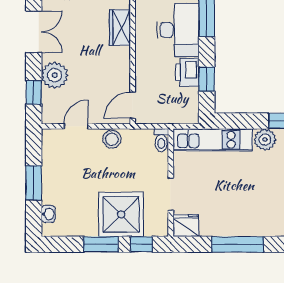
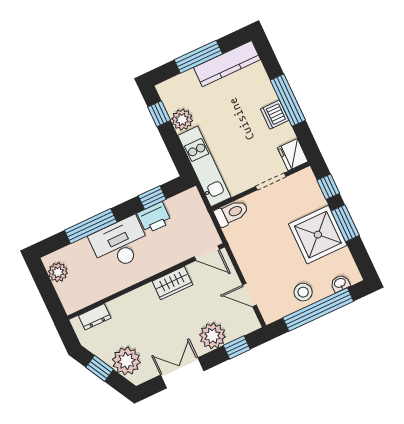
wardrobe: (120, 27) -> (172, 283), moved
stool: (112, 139) -> (303, 292), moved
toilet: (161, 140) -> (231, 213), width x1.37, depth x1.39
window: (34, 183) -> (318, 309), width x2.11
shower: (121, 214) -> (318, 235), moved
dishwasher: (230, 226) -> (275, 115), added

